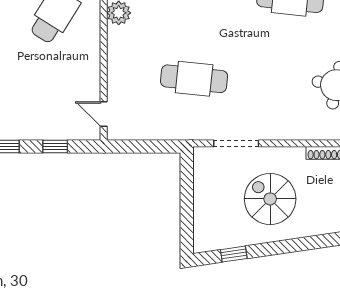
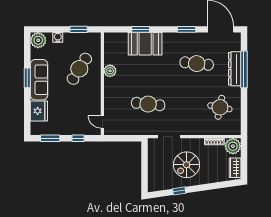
spiral stairs: (270, 199) -> (187, 165), turned -90
window: (234, 254) -> (179, 191), moved

